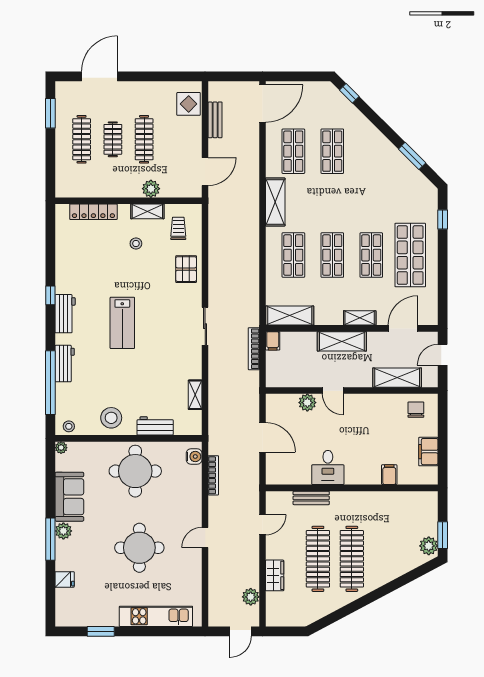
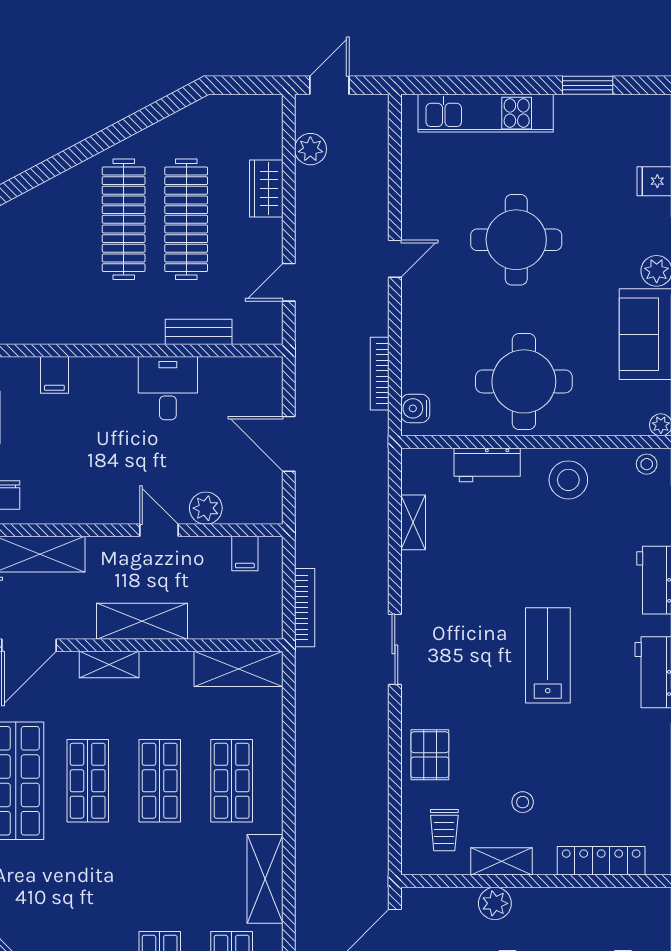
filing cabinet: (273, 341) -> (245, 553), moved, turned 180

